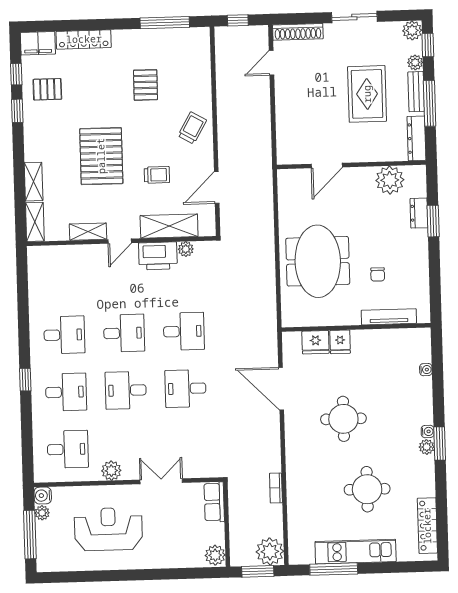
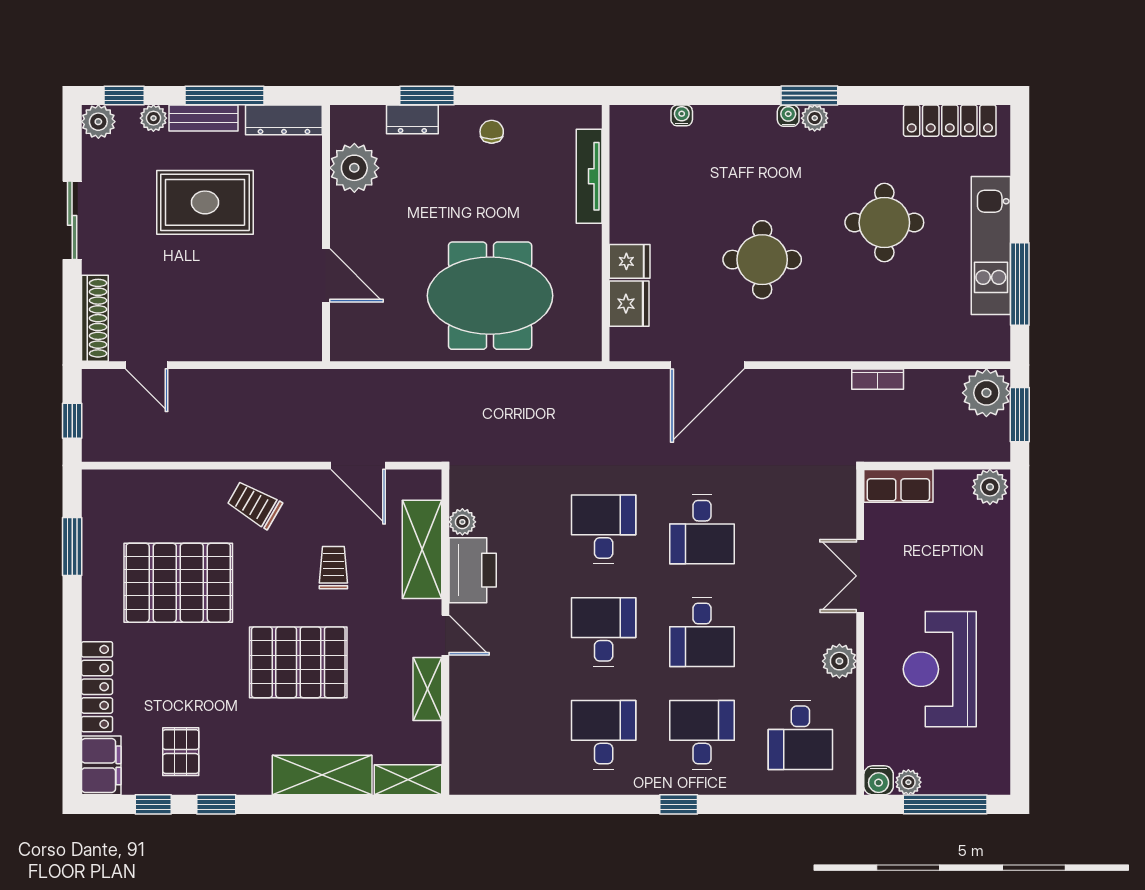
window: (165, 23) -> (72, 546), width x0.69
pallet: (145, 85) -> (178, 583), width x2.05, depth x2.00
shelving: (34, 182) -> (322, 775), width x1.50, depth x1.33
chair: (378, 274) -> (492, 132), moved, turned -90
desk: (68, 449) -> (800, 735), turned 180

